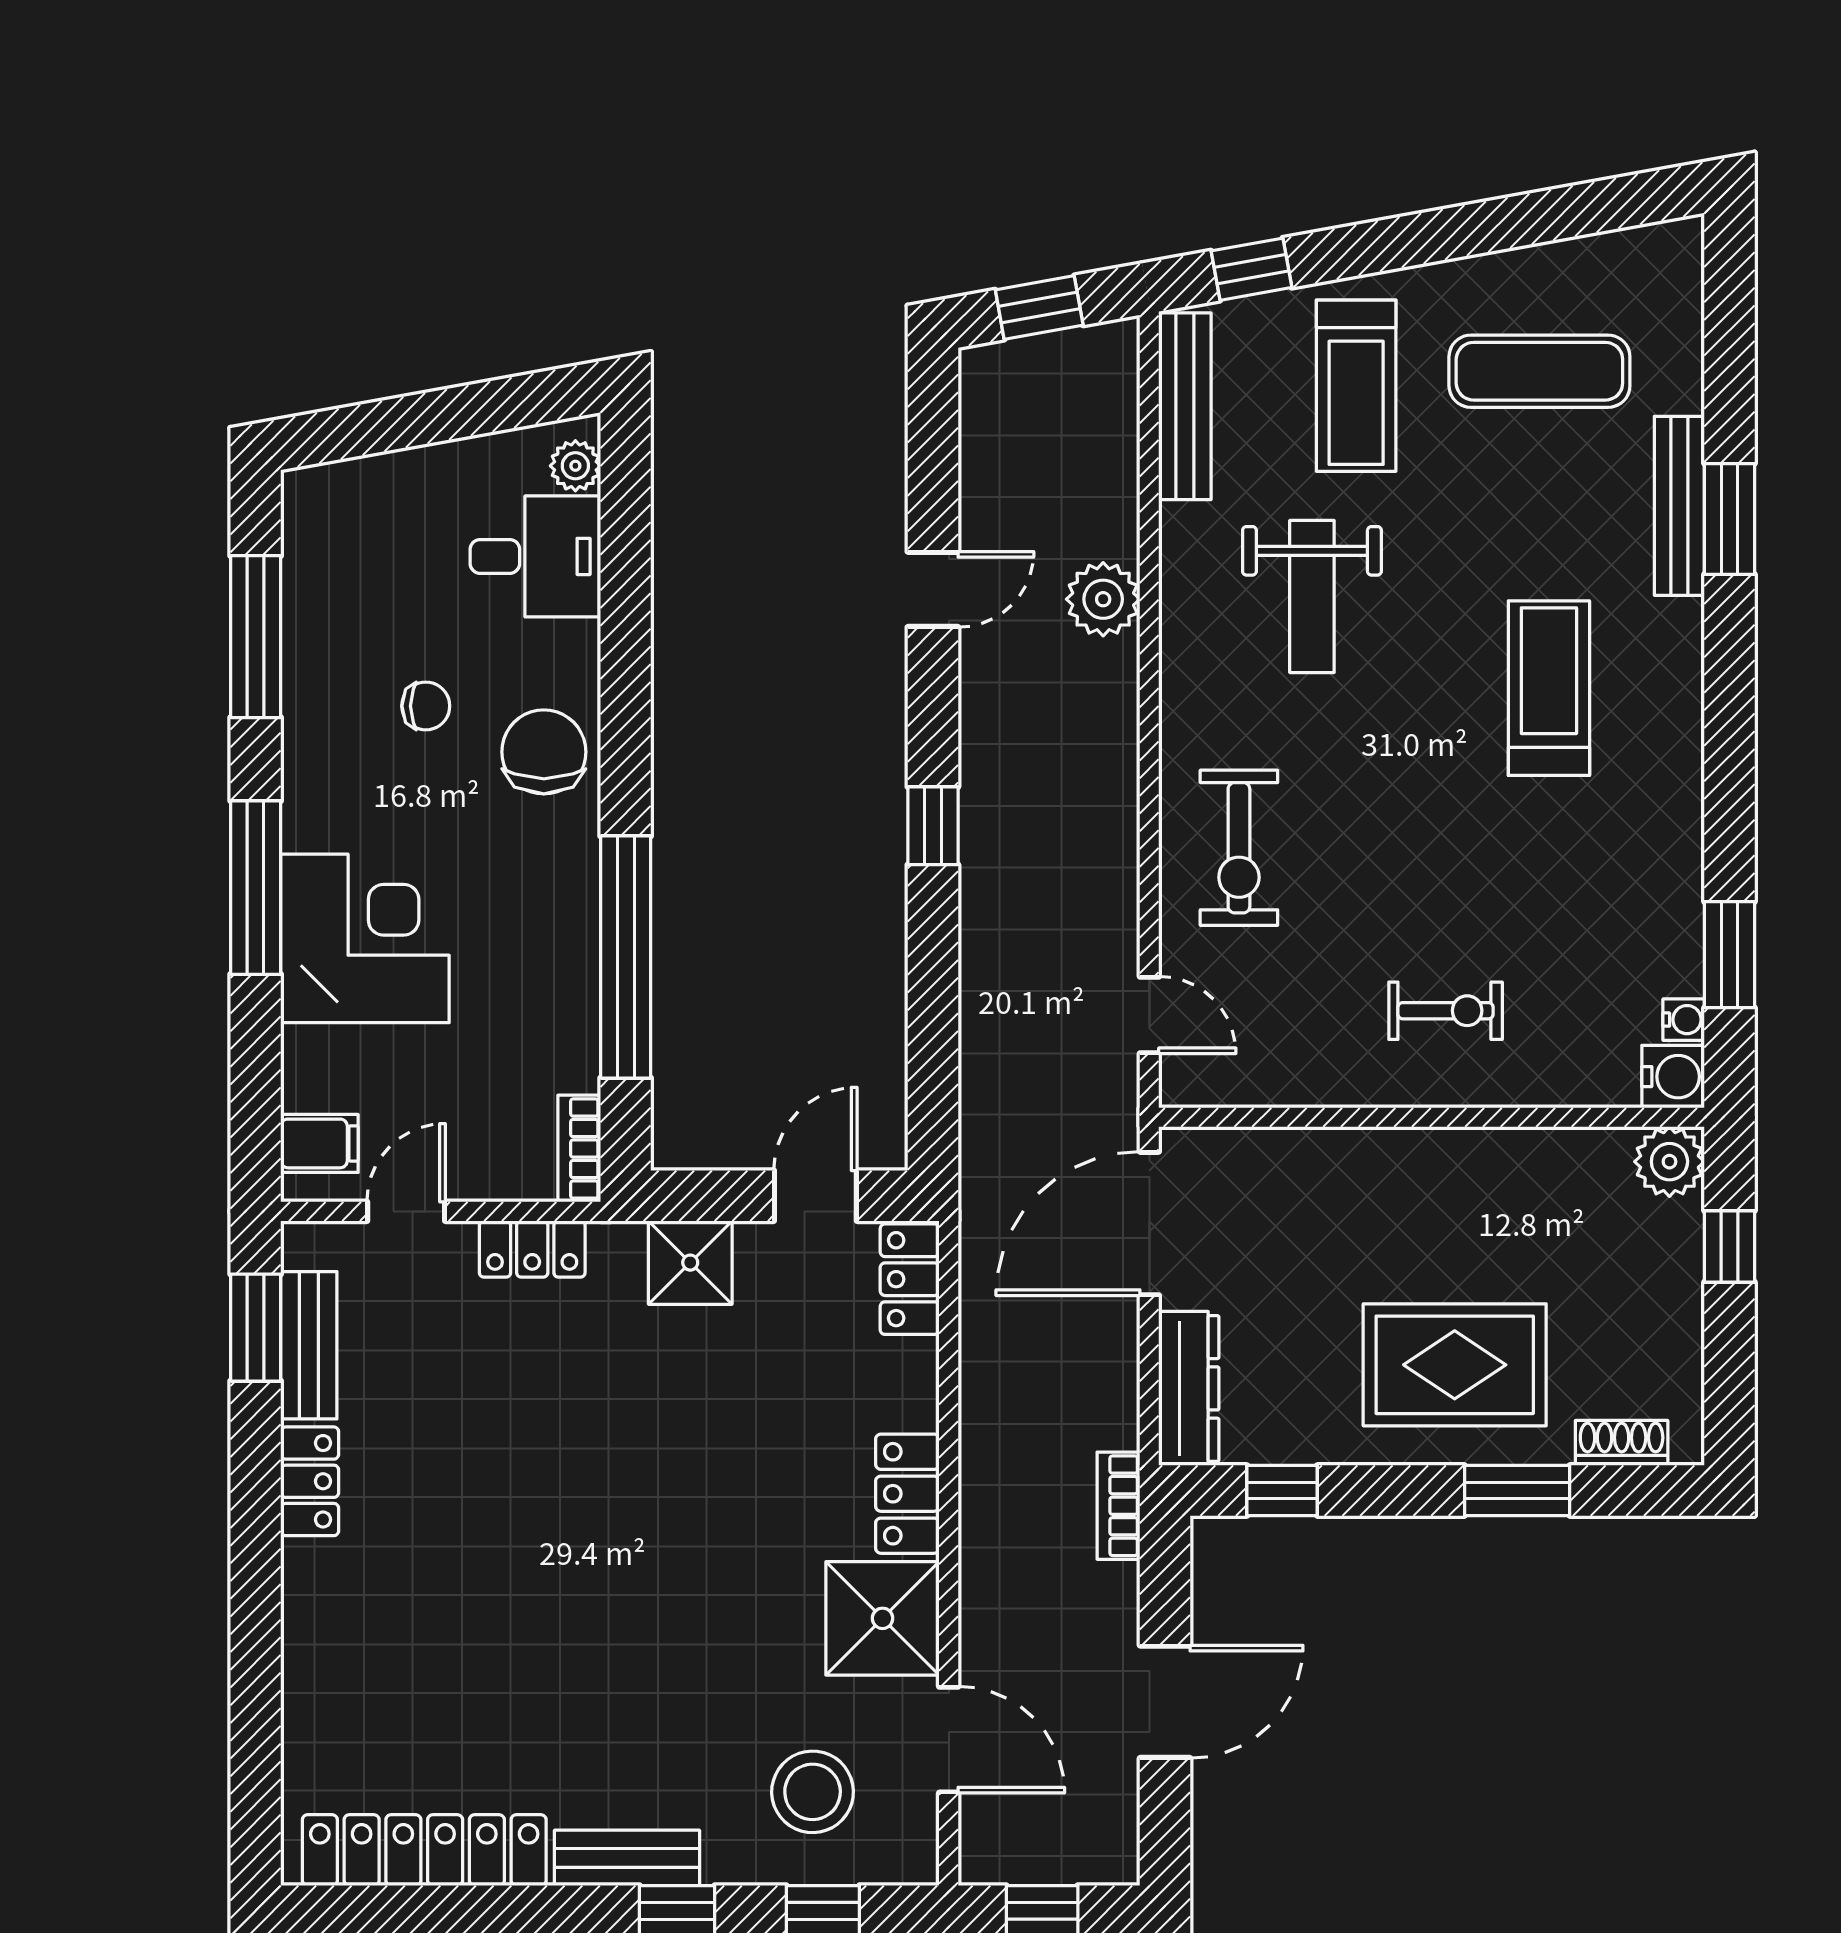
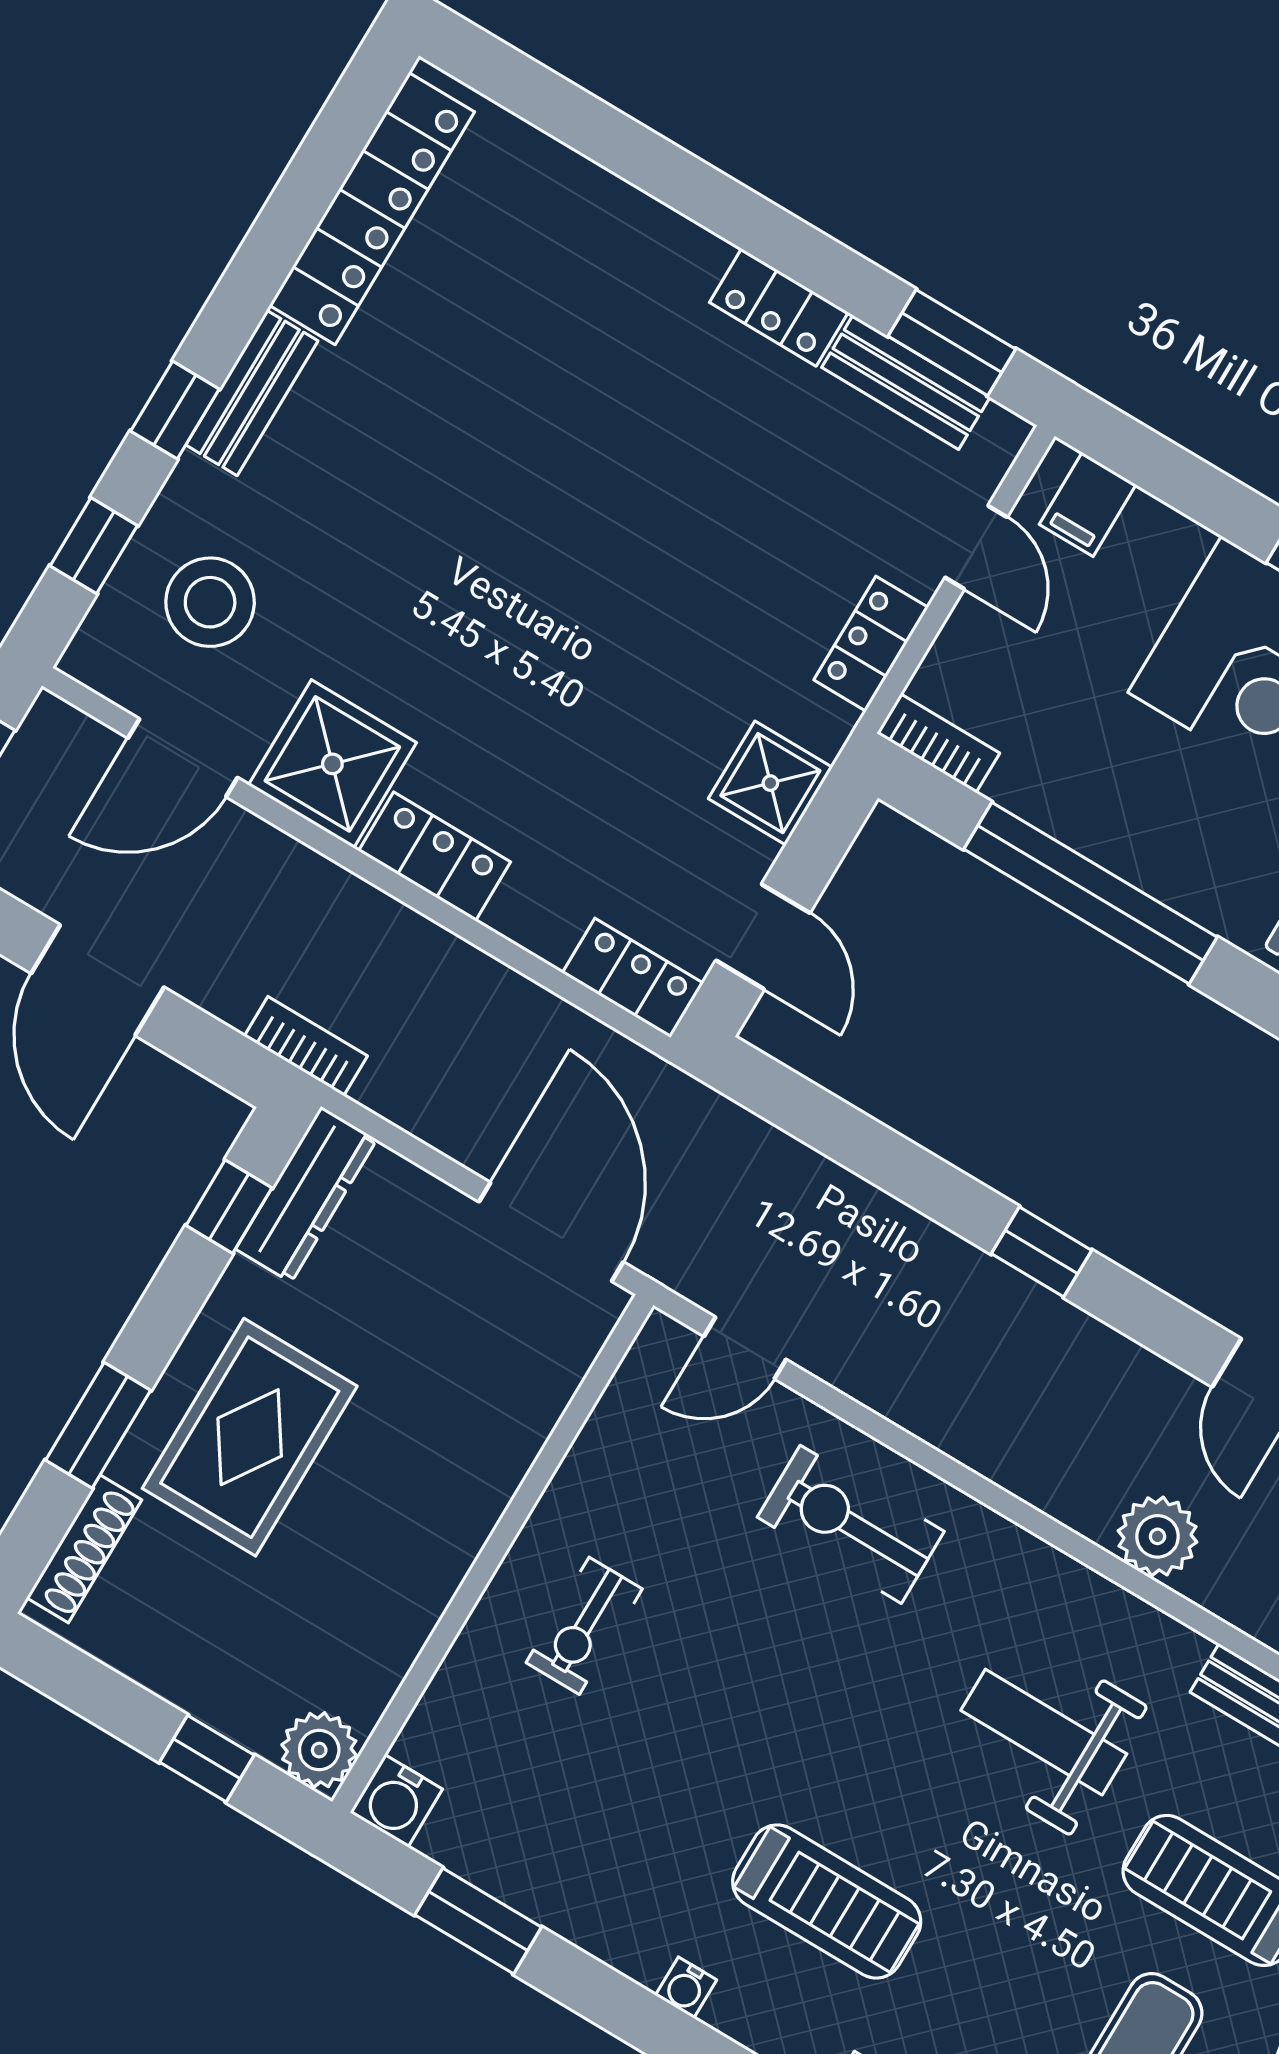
water cooler: (1684, 1020) -> (686, 1988), moved
dresser: (1189, 1388) -> (306, 1194), moved, turned -90
shoe rack: (1622, 1443) -> (84, 1549), width x1.43

